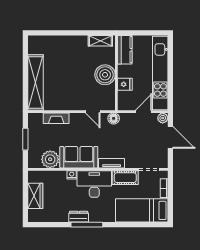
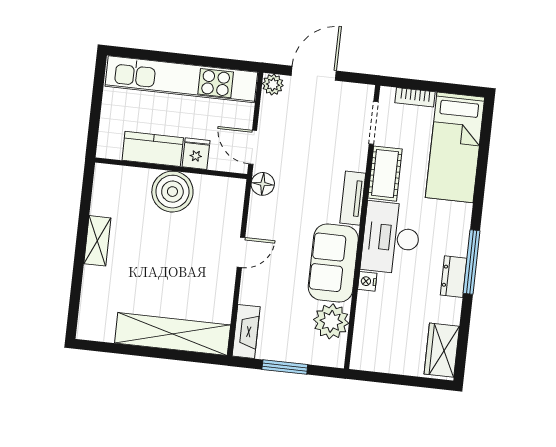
shelving: (100, 41) -> (97, 241), moved
kitchen counter: (125, 50) -> (153, 149), moved
door: (93, 112) -> (241, 252), moved
door: (144, 112) -> (253, 147), moved
fireplace: (56, 118) -> (246, 331), moved
wardrobe: (35, 196) -> (442, 350), moved, turned -90

